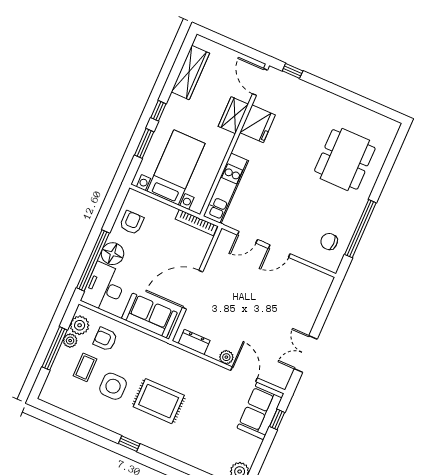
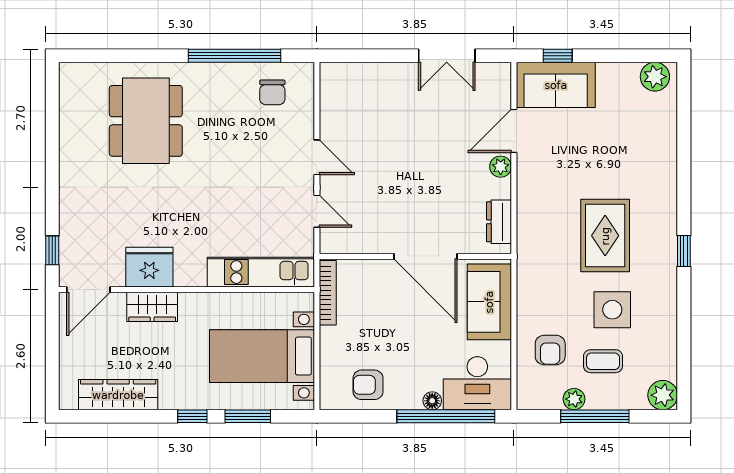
dining table: (345, 159) -> (146, 121), turned 90
floor lamp: (113, 254) -> (432, 401), width x0.53, depth x0.53
plant: (80, 325) -> (663, 395), moved

